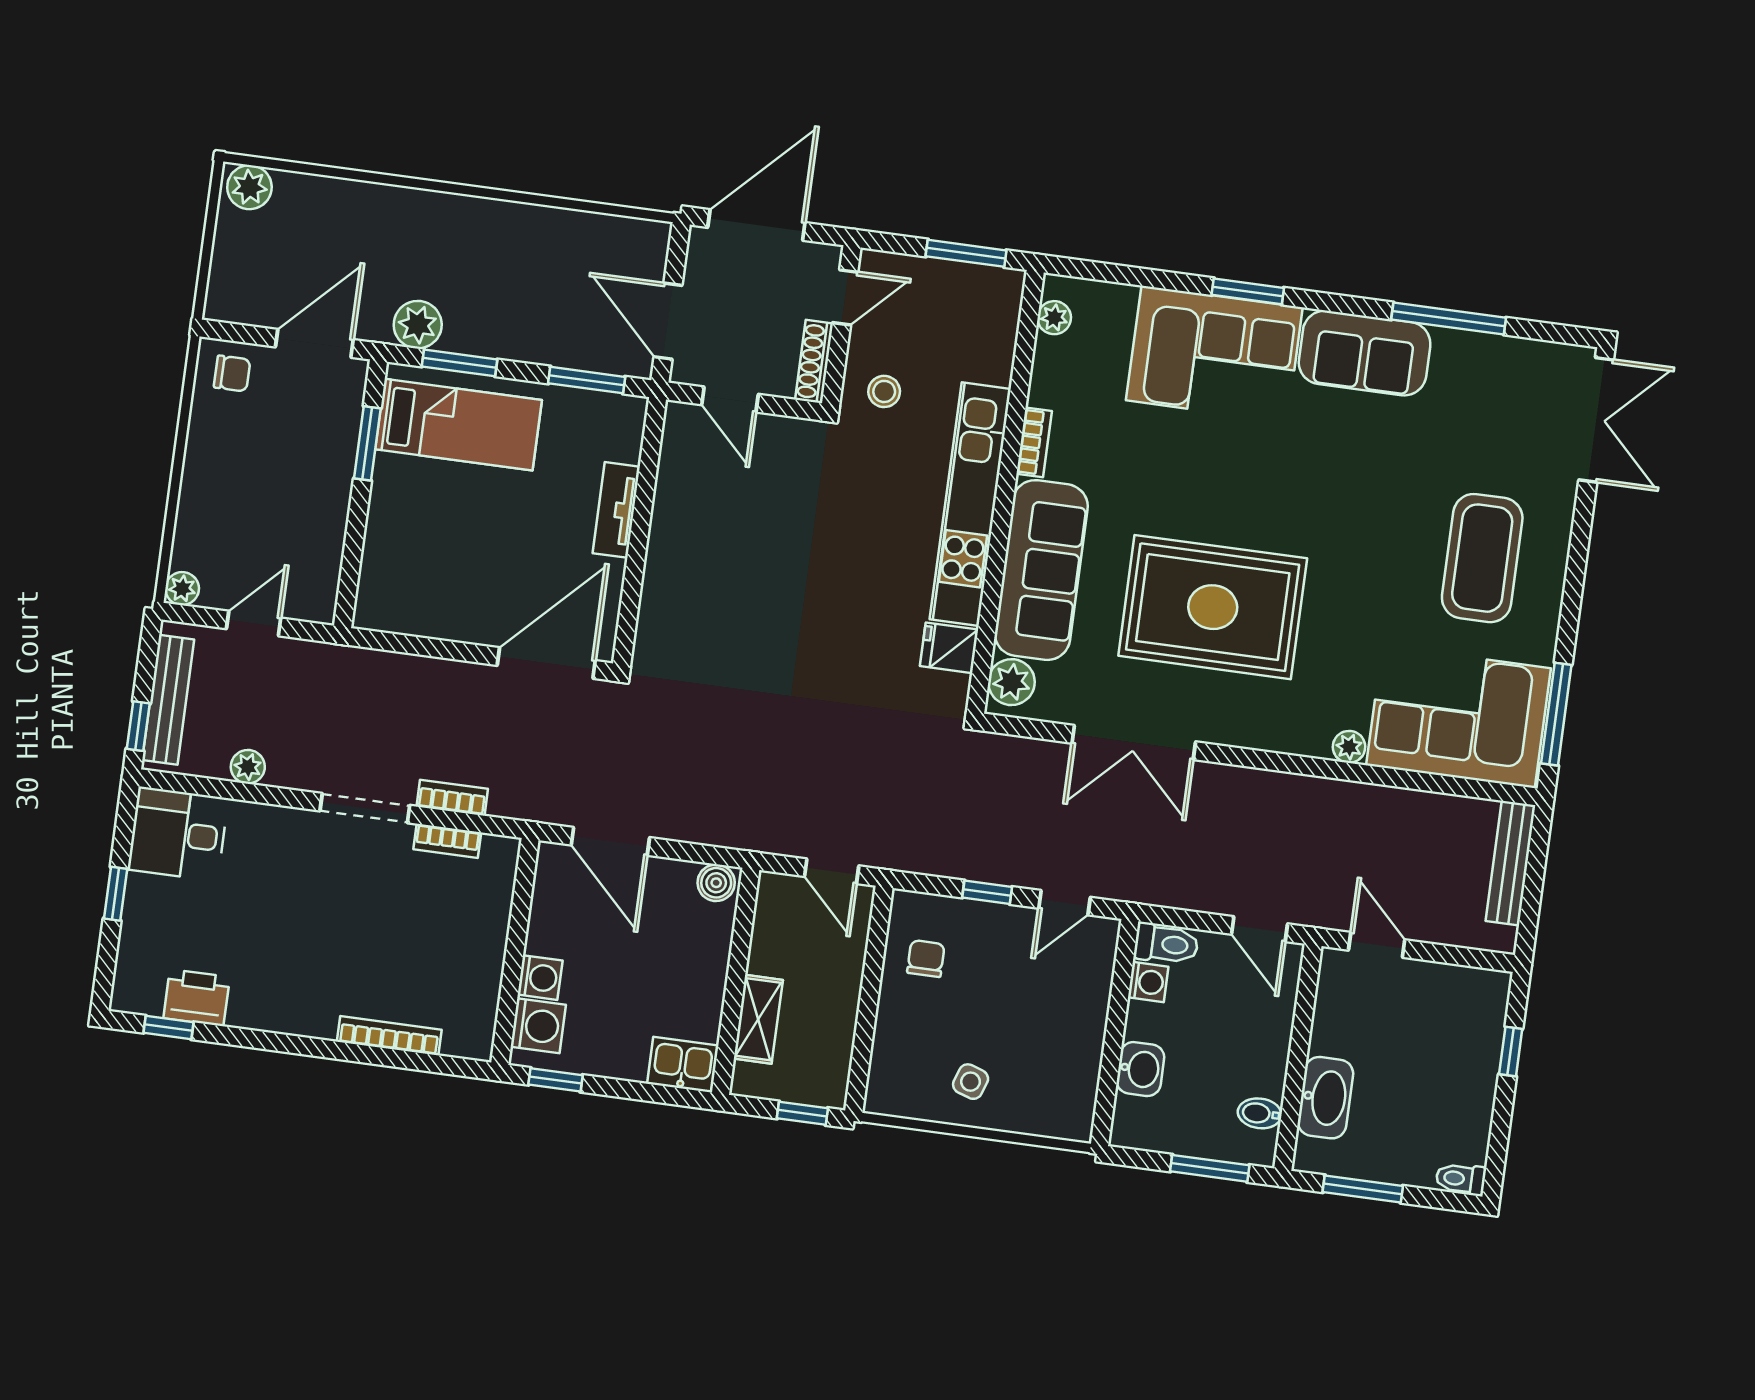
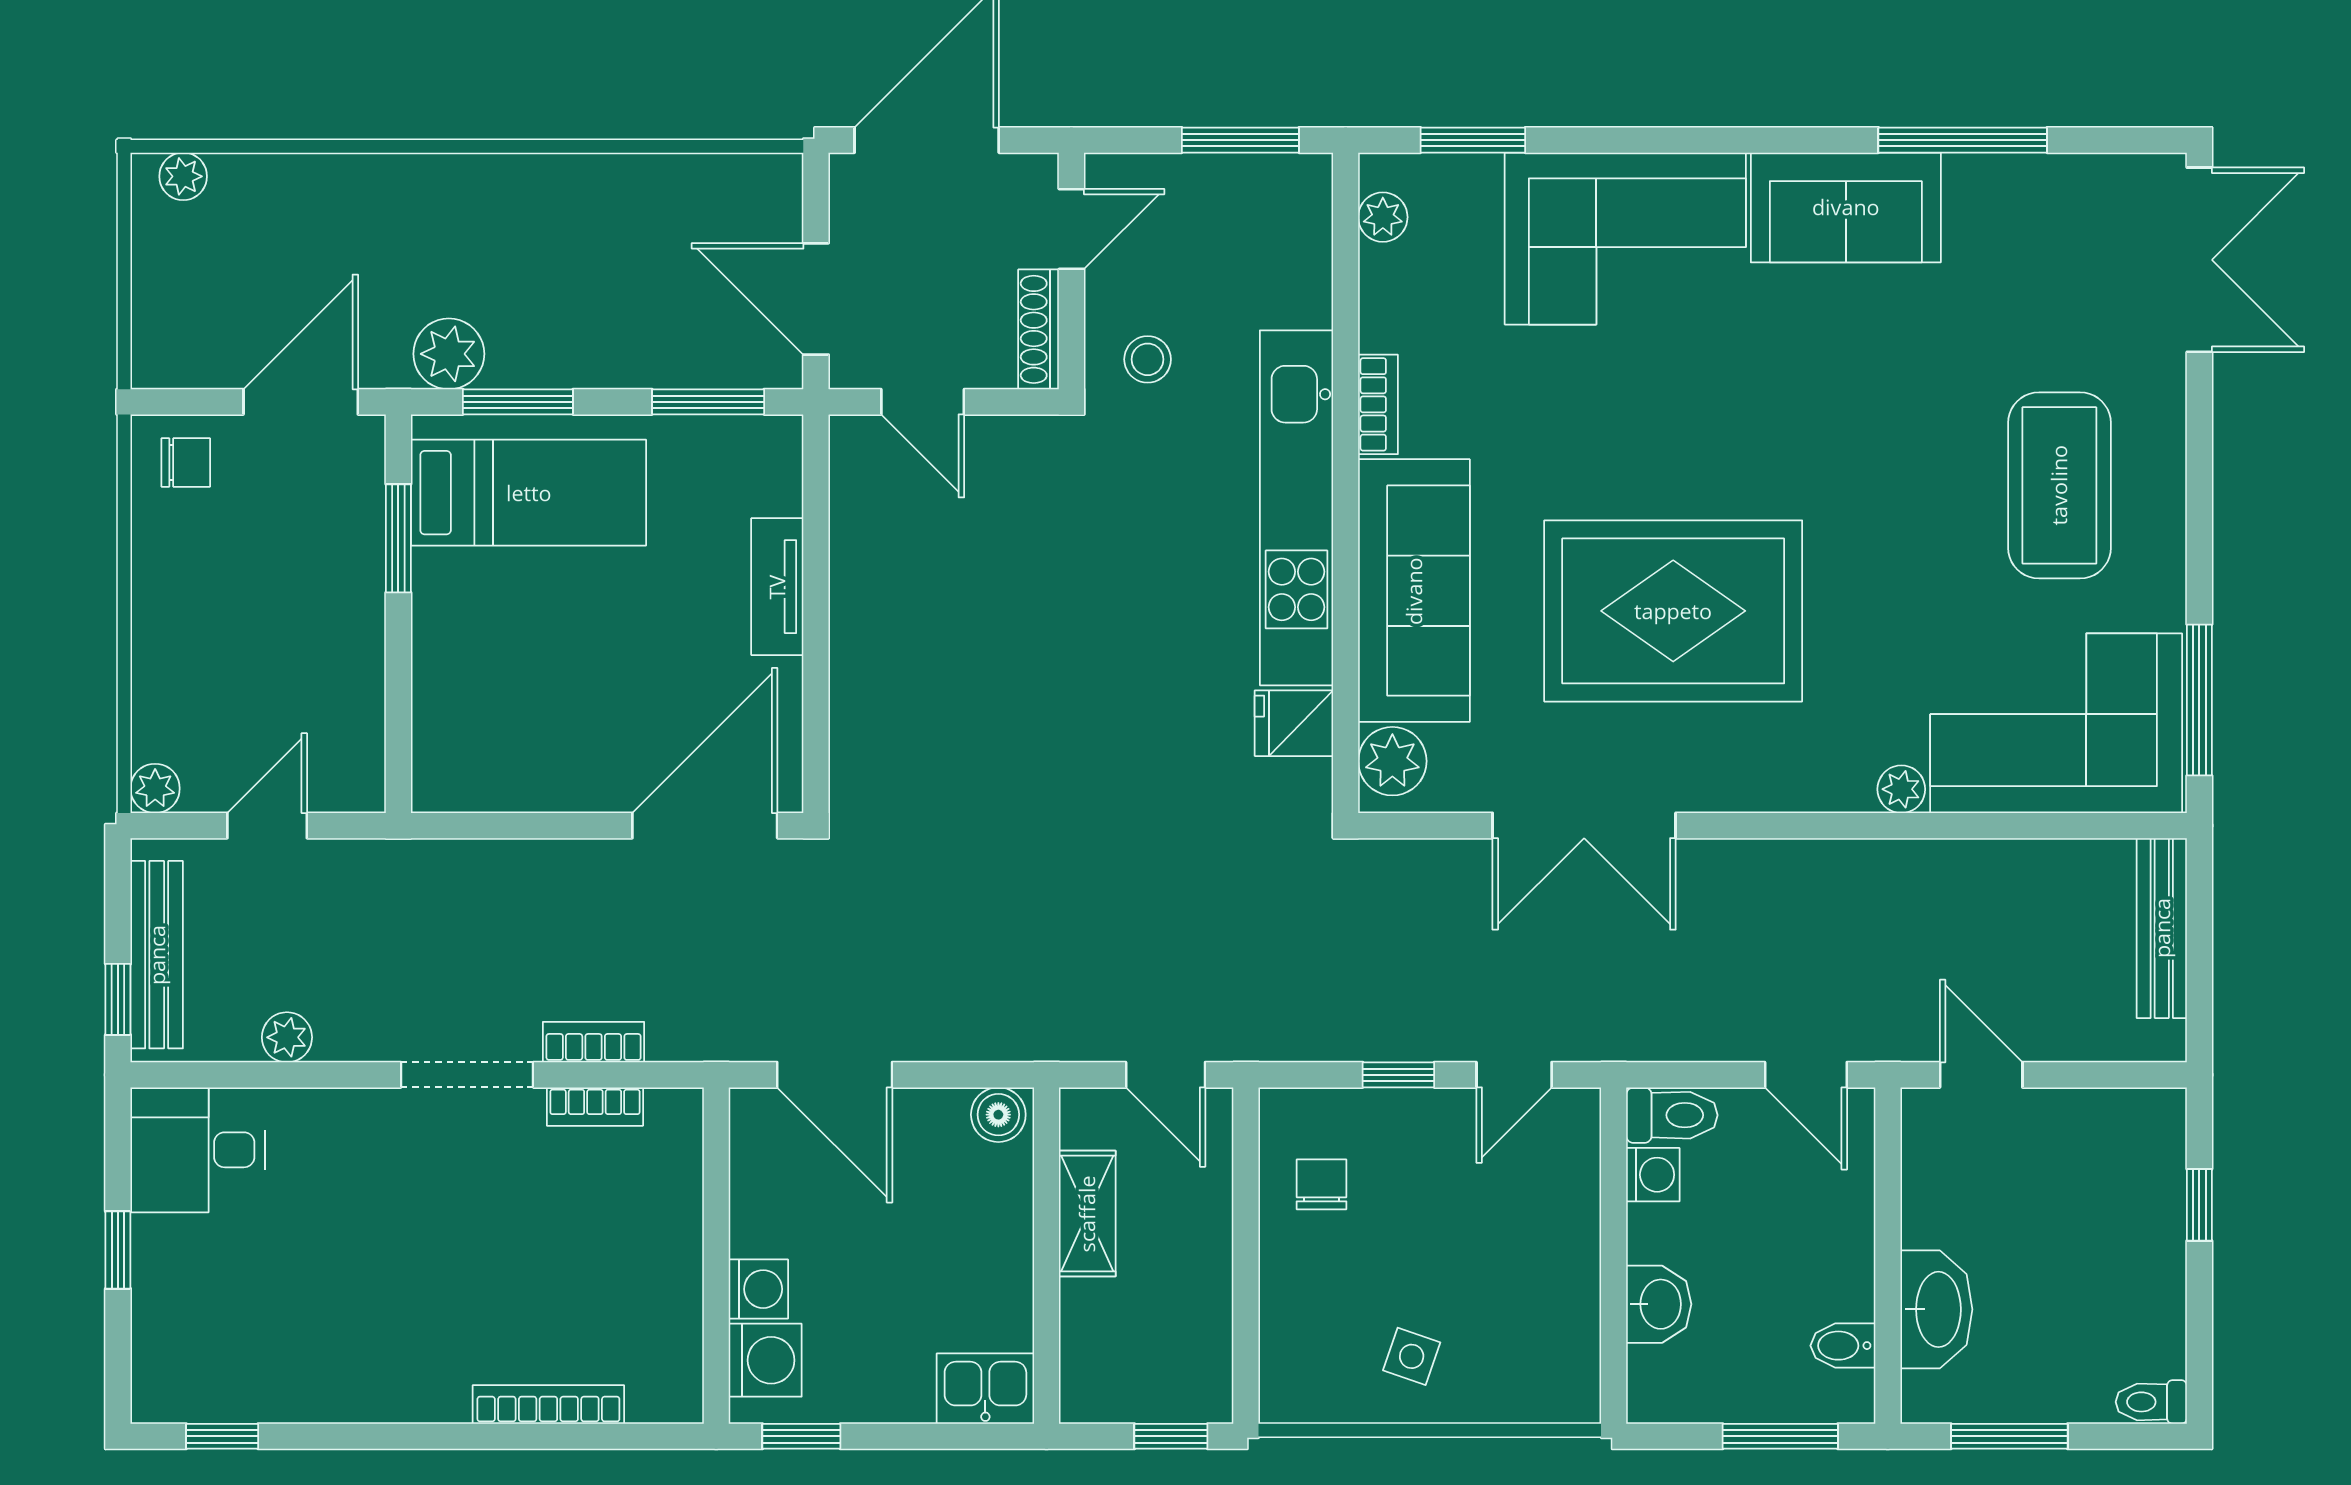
plant: (249, 187) -> (183, 176), width x0.73, depth x0.73
window: (1248, 291) -> (1473, 140), moved
printer: (197, 998) -> (258, 1387), removed
shelving: (758, 1019) -> (1087, 1214), moved

